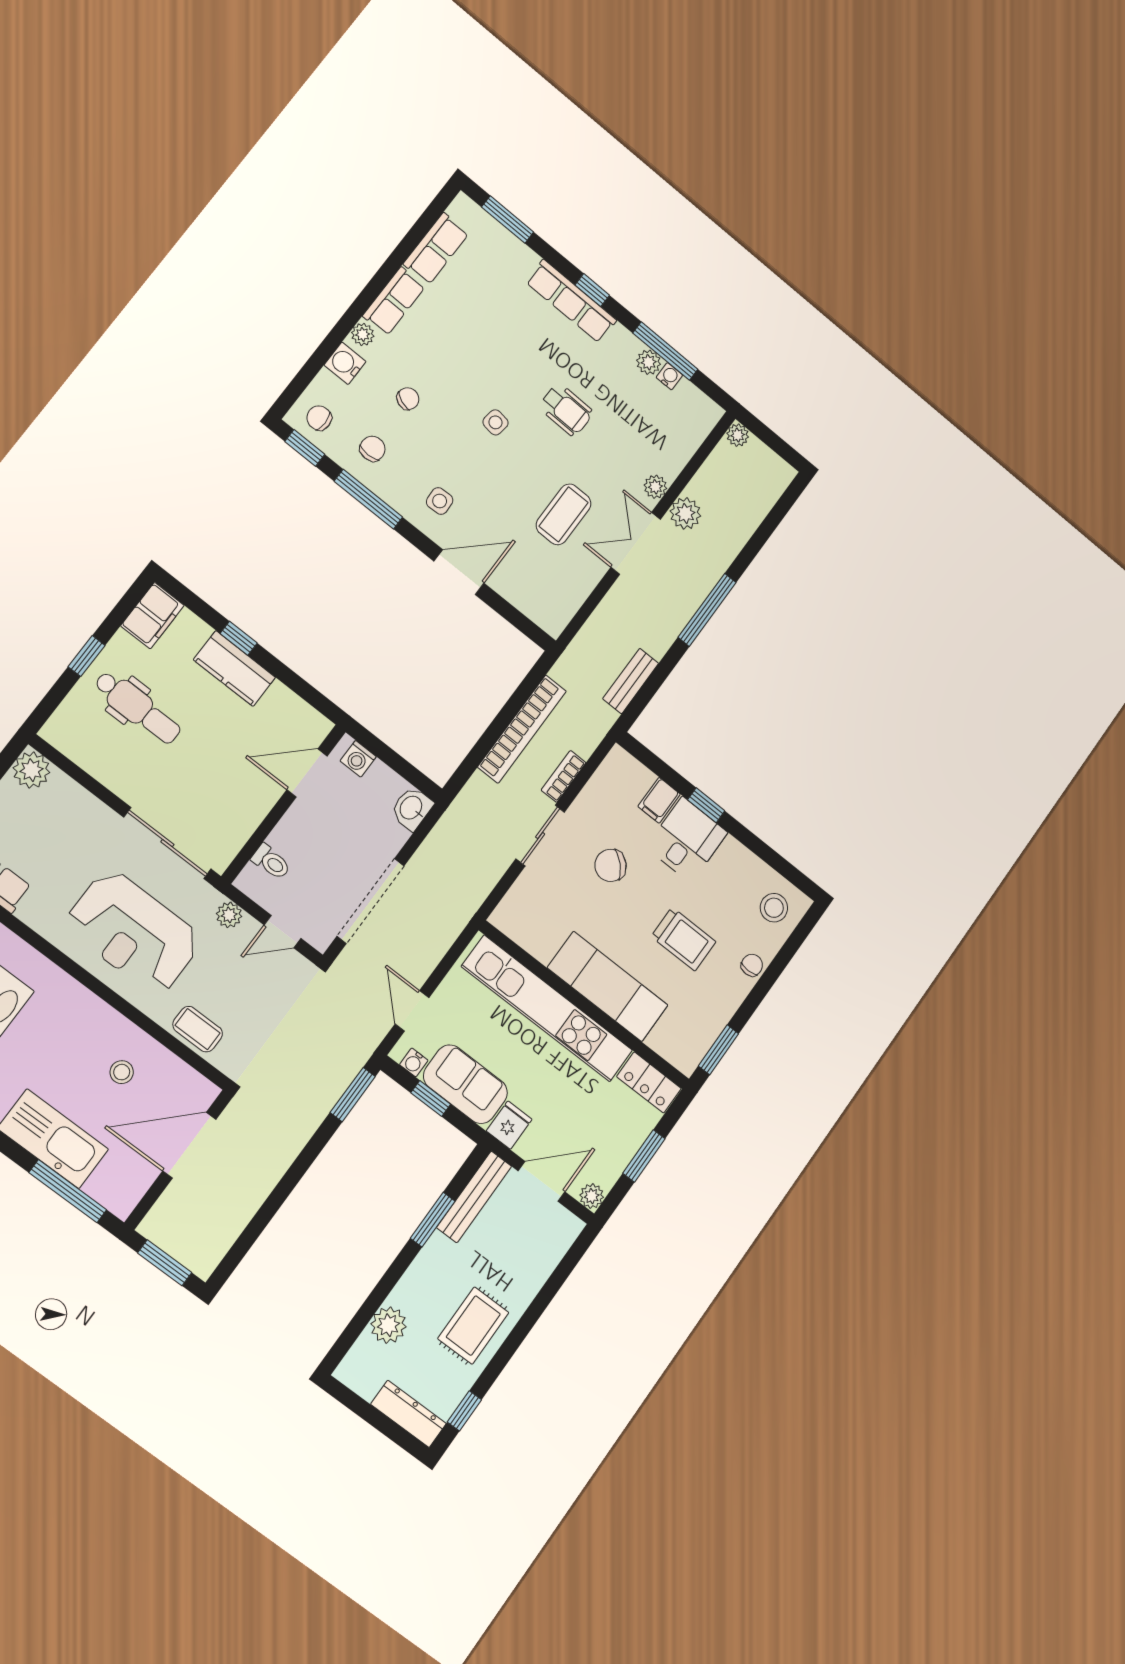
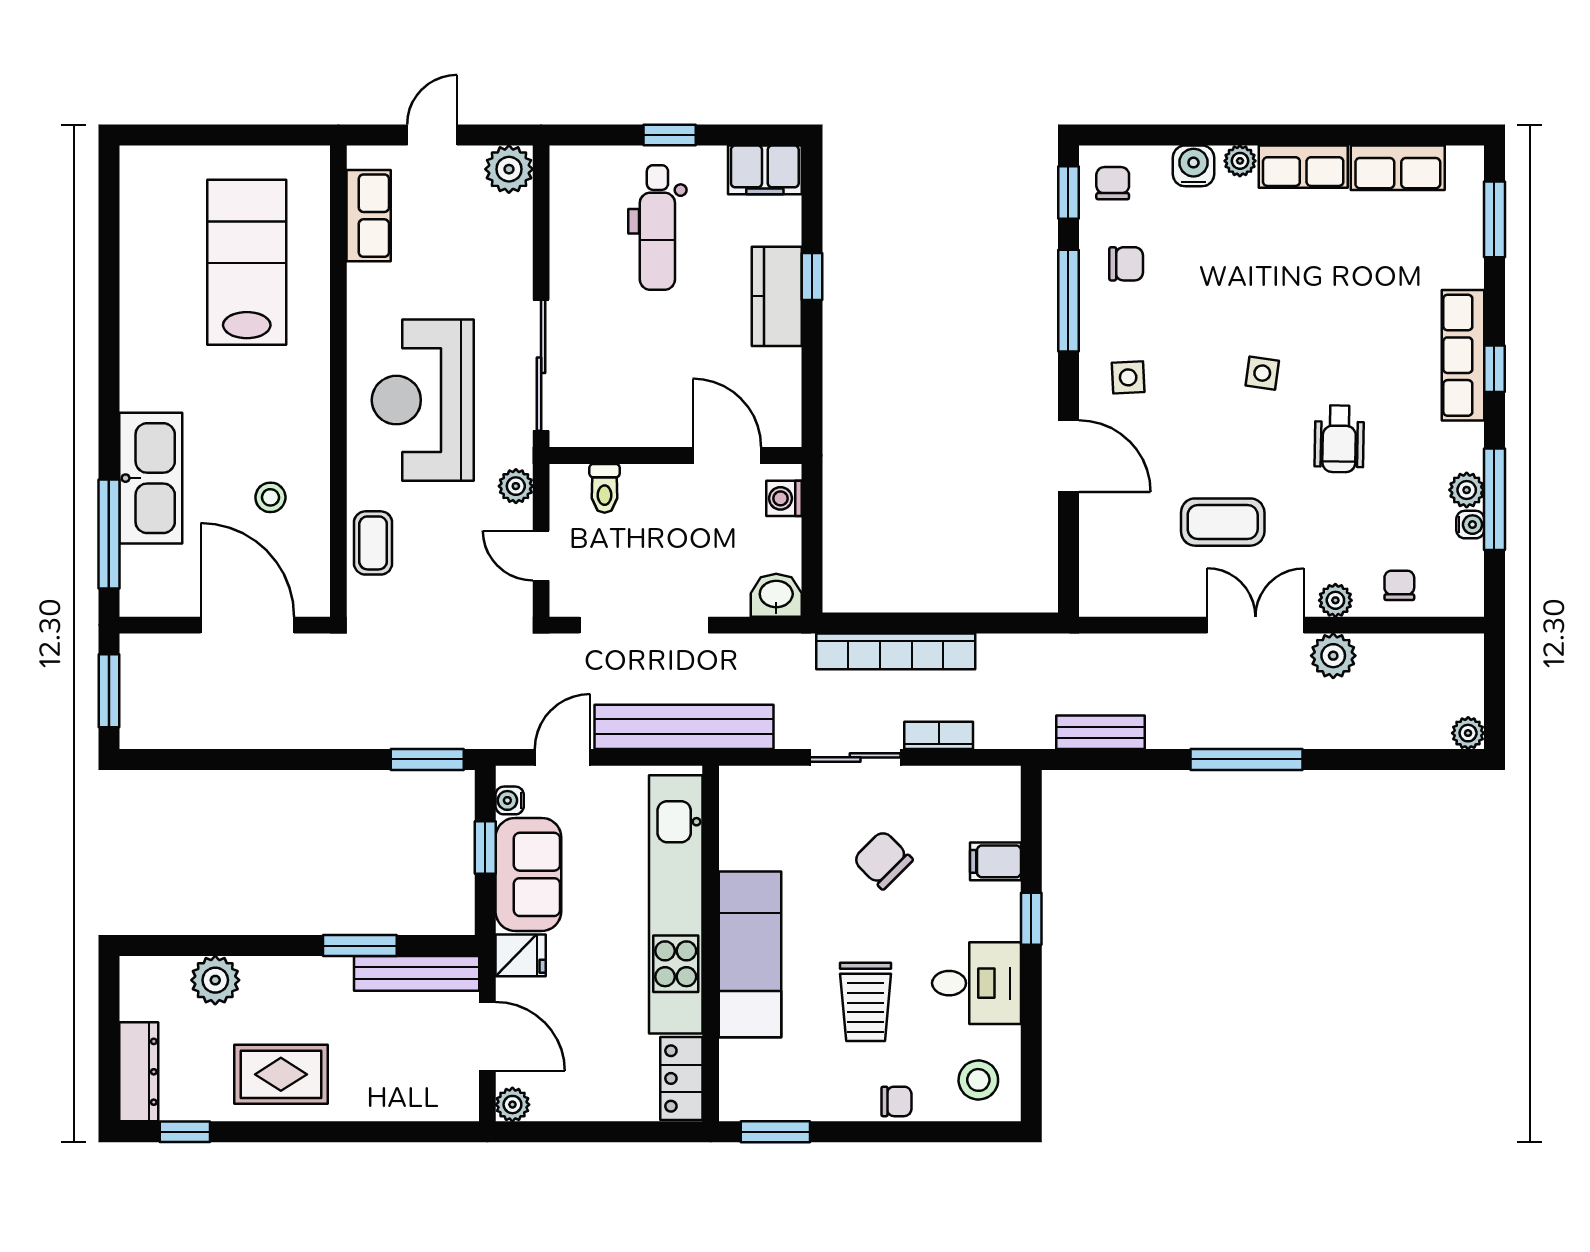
chair: (408, 399) -> (1399, 585), moved, turned -112
plant: (738, 435) -> (1468, 733), moved
bookcase: (522, 729) -> (896, 651), moved
desk: (687, 840) -> (977, 983), moved
bench: (448, 924) -> (684, 727), added
window: (644, 1156) -> (598, 1132), removed

